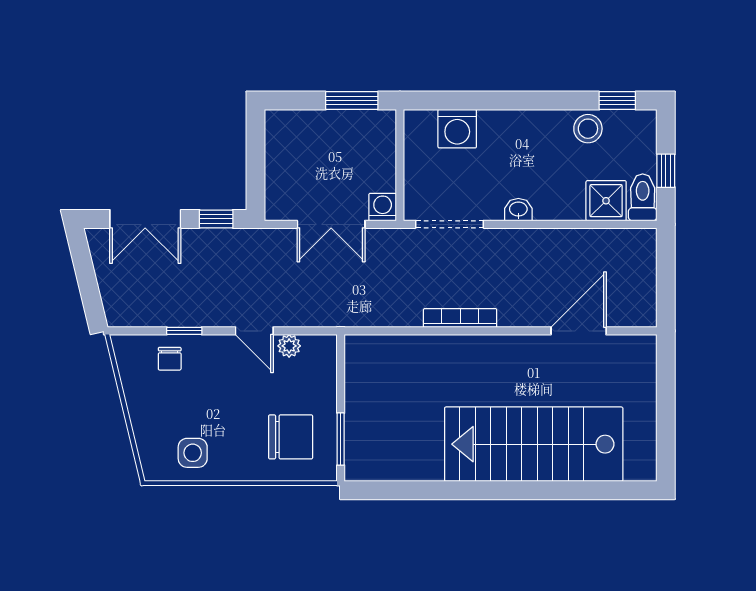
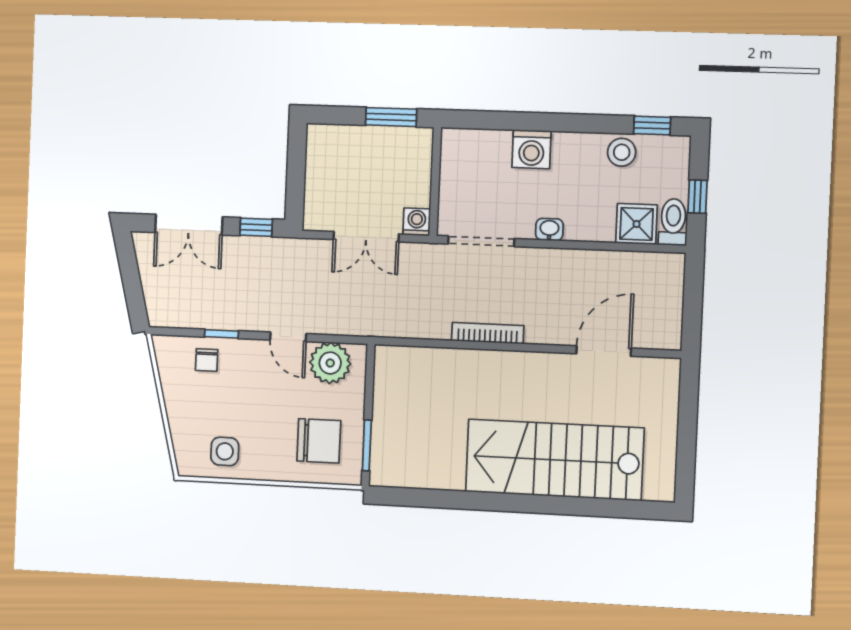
washing machine: (457, 129) -> (531, 149), moved
plant: (289, 346) -> (330, 363), width x1.87, depth x1.87

